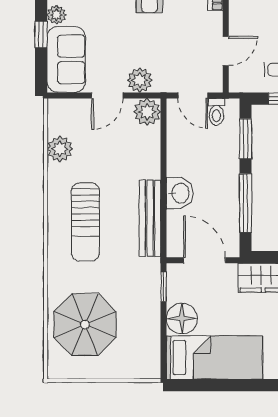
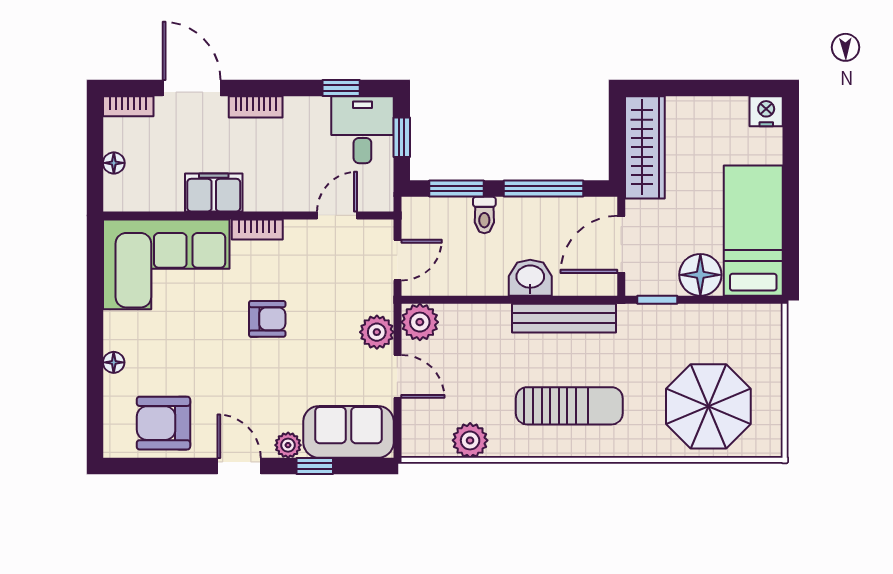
door: (226, 51) -> (337, 215), hinge flipped
toilet: (216, 112) -> (484, 215), moved, turned 90

